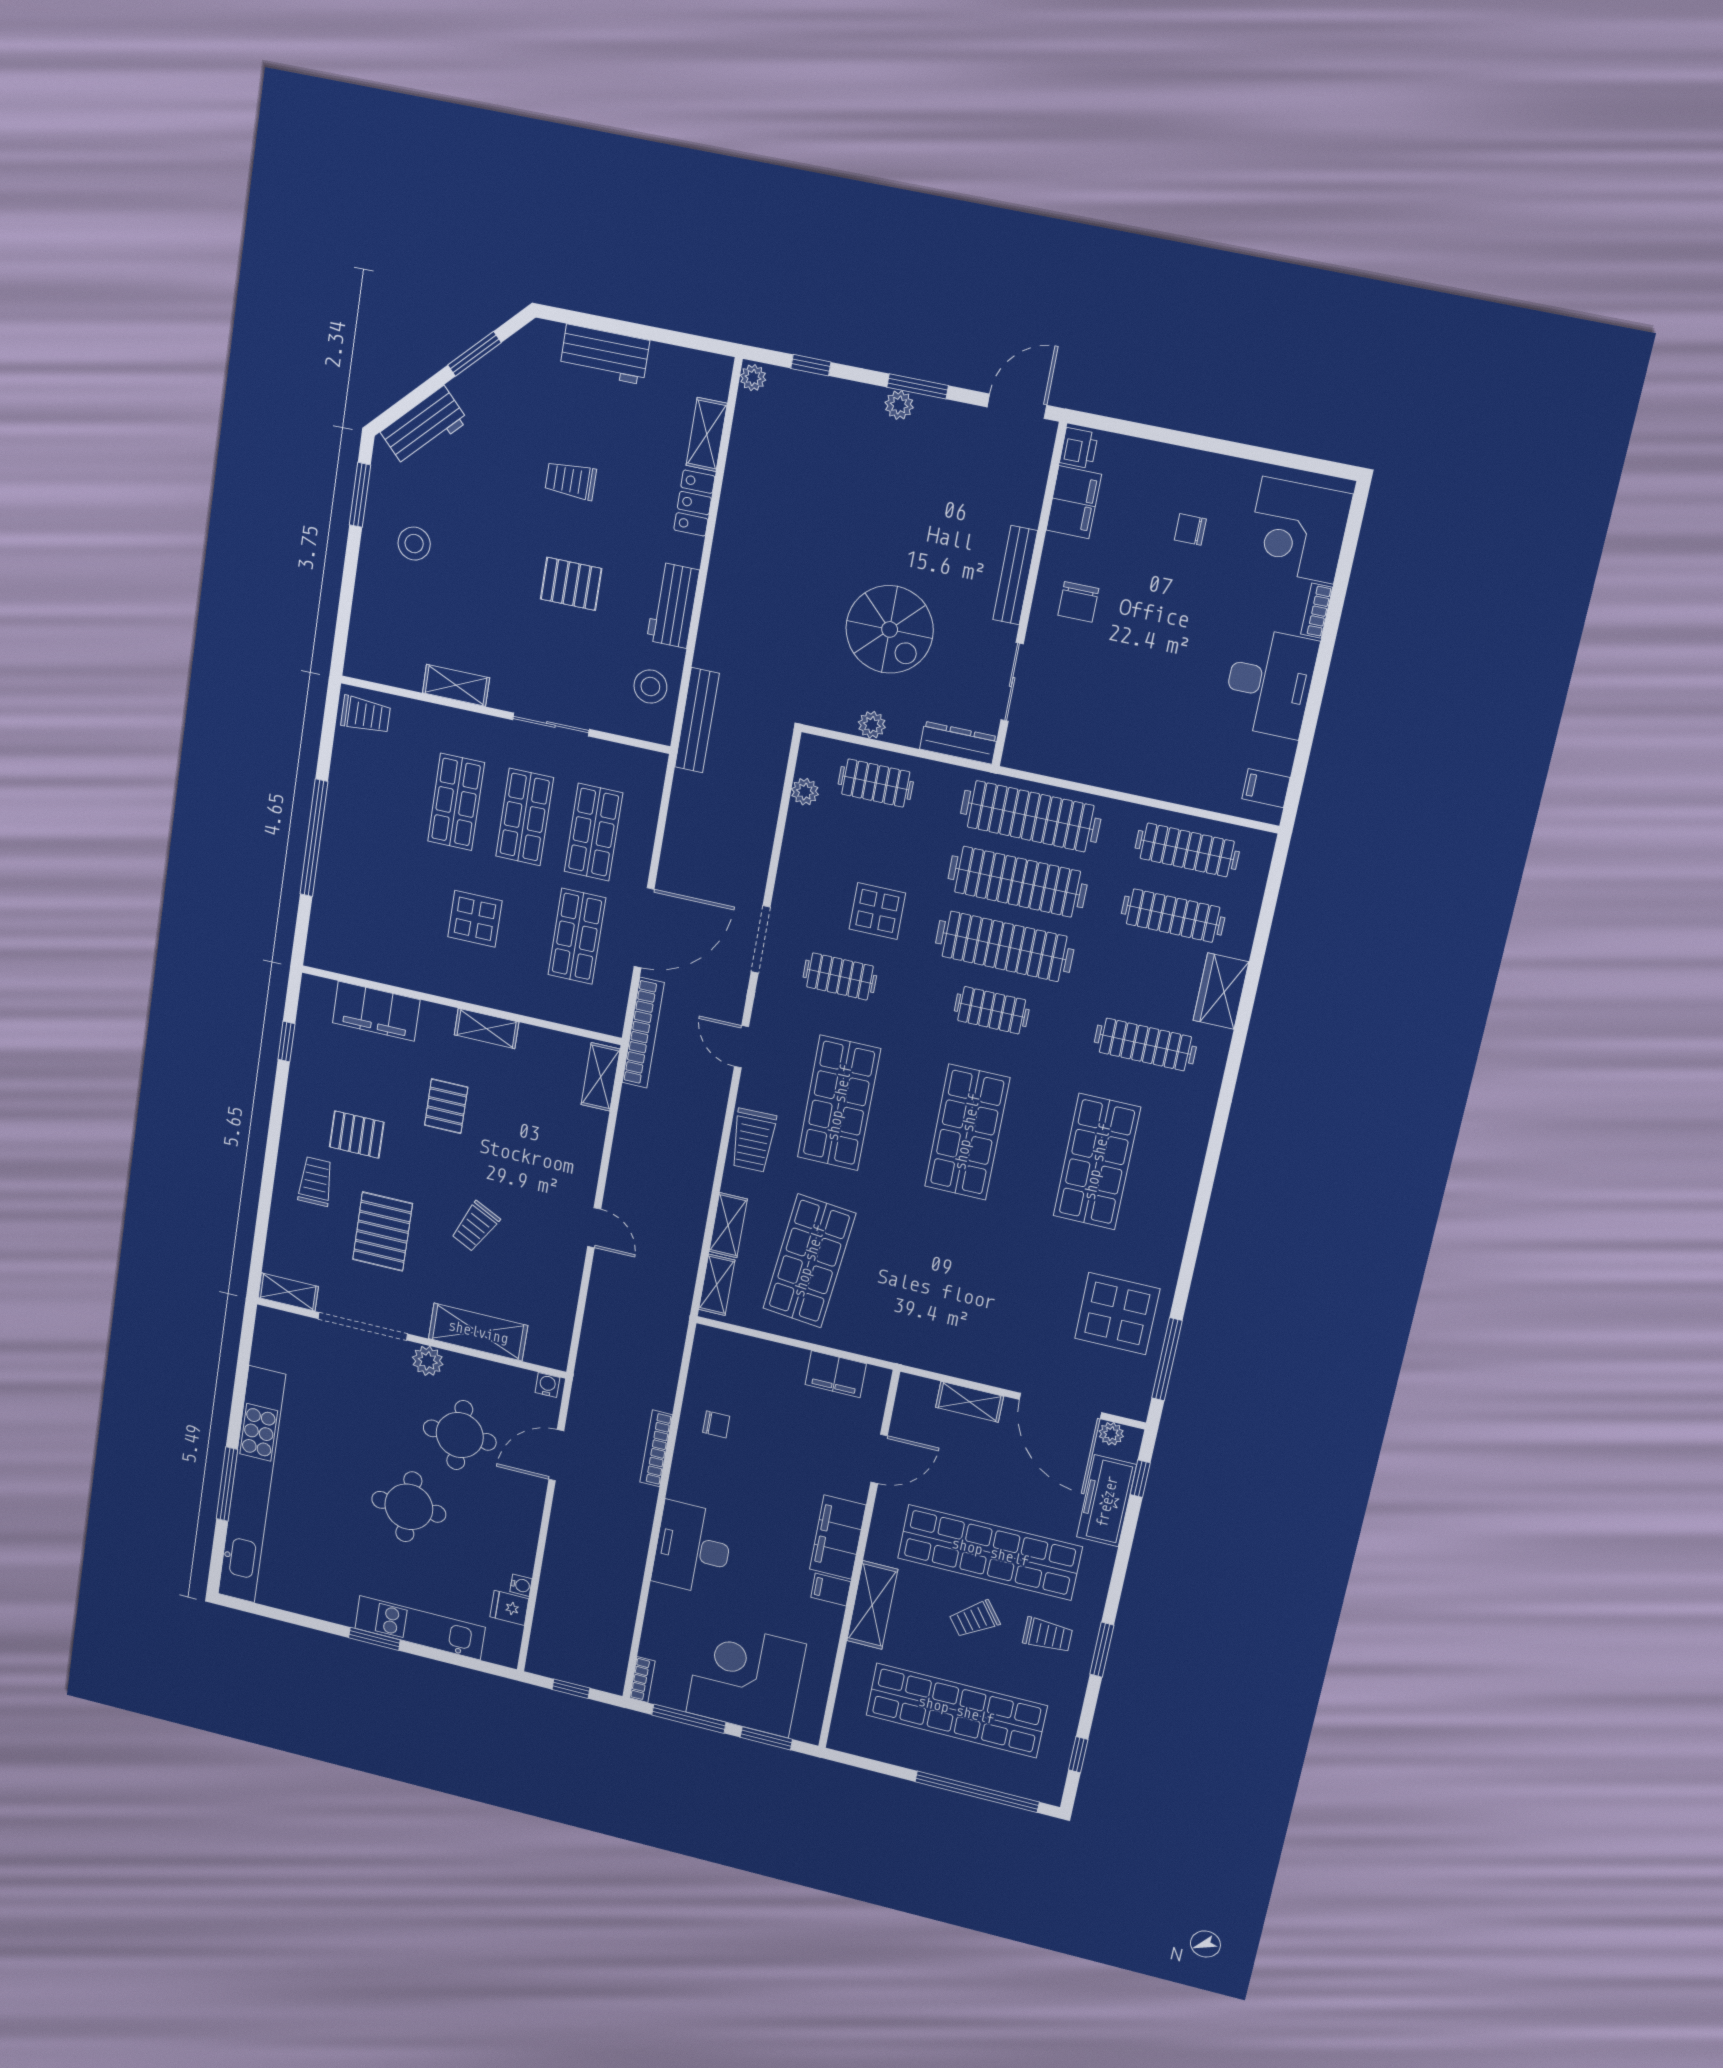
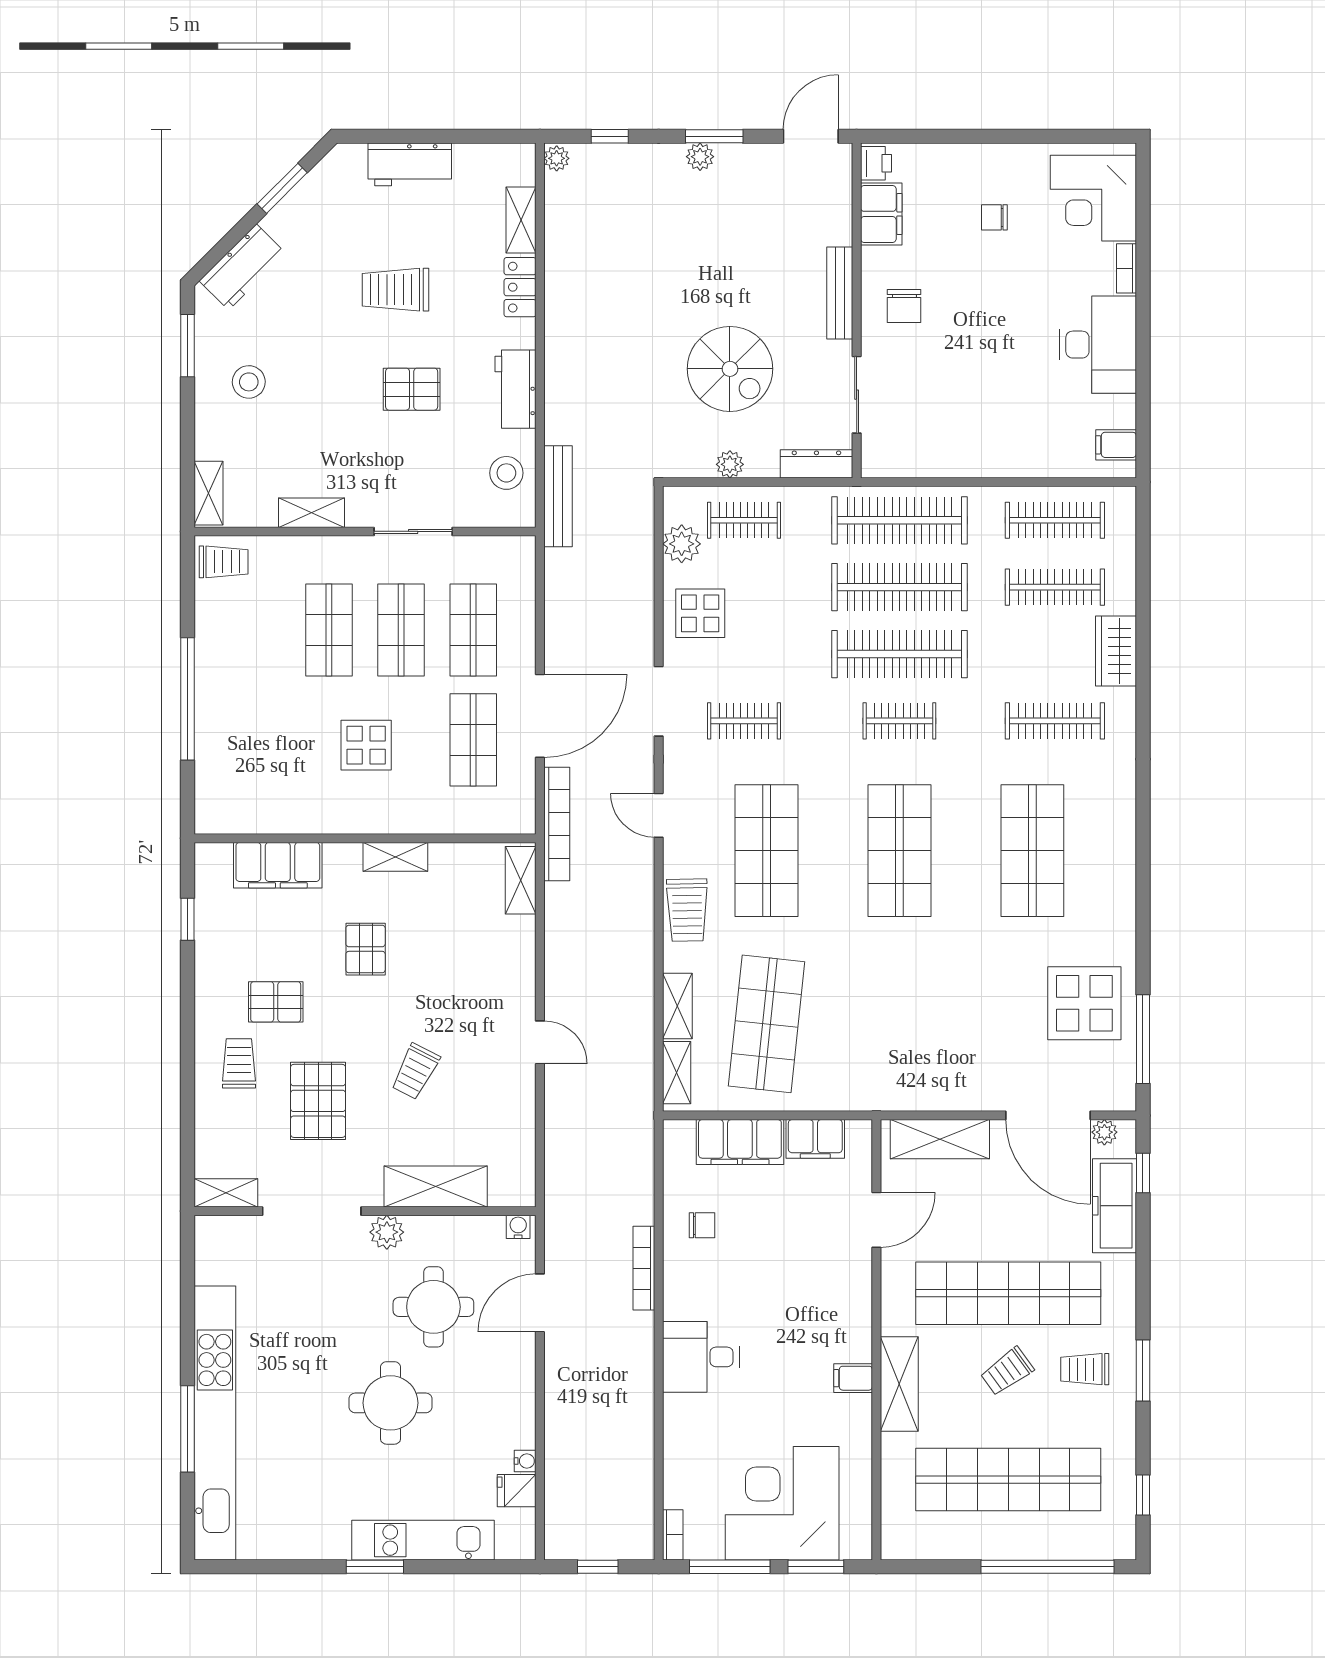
trolley: (571, 480) -> (396, 290), width x1.36, depth x1.39
shelving: (360, 645) -> (208, 493), added
plant: (805, 792) -> (682, 544), width x1.38, depth x1.38
display table: (877, 911) -> (700, 613), moved
shelving: (970, 1402) -> (940, 1139), width x1.50, depth x1.33
filing cabinet: (838, 1537) -> (740, 1142), moved, turned -90
desk: (693, 1548) -> (701, 1357), width x0.73
trolley: (1047, 1635) -> (1085, 1369), turned 180

